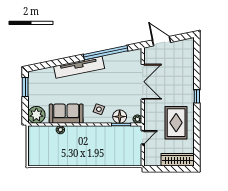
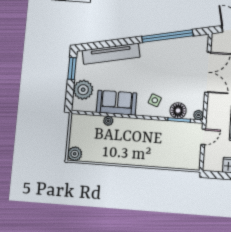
tv unit: (79, 67) -> (111, 54), moved
plant: (36, 115) -> (83, 90), moved
plant: (34, 160) -> (75, 154), added

